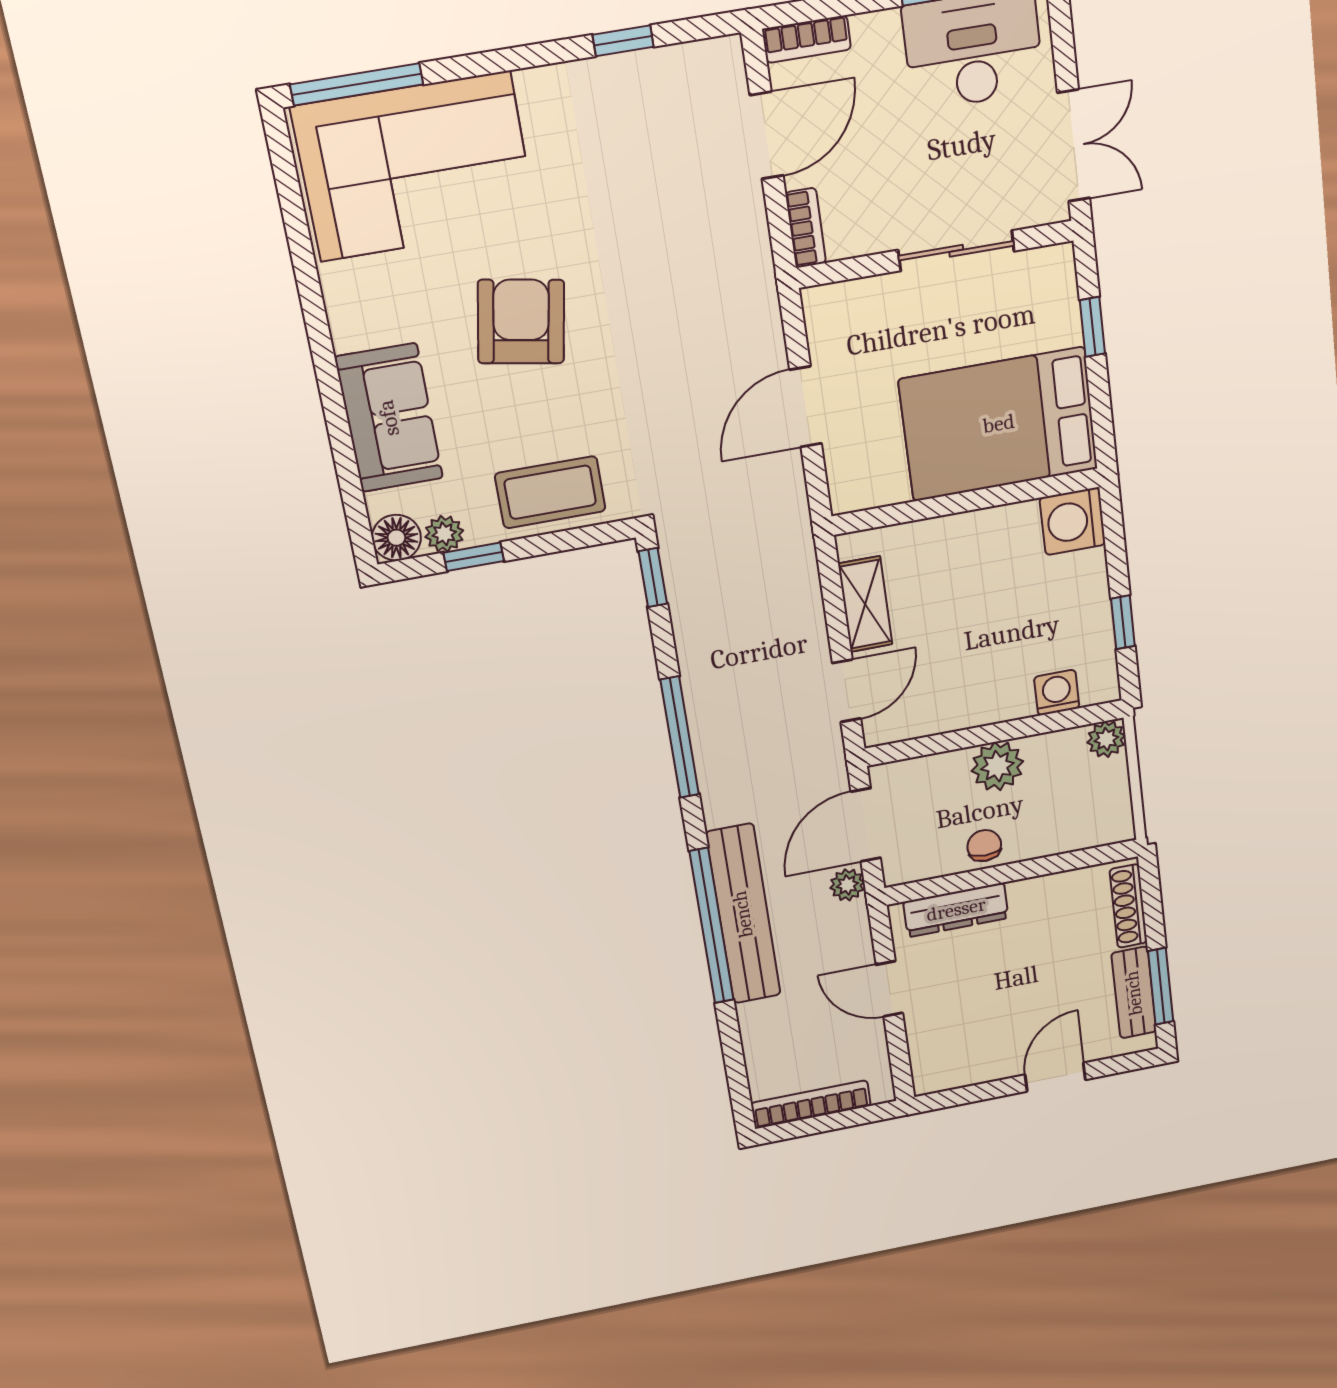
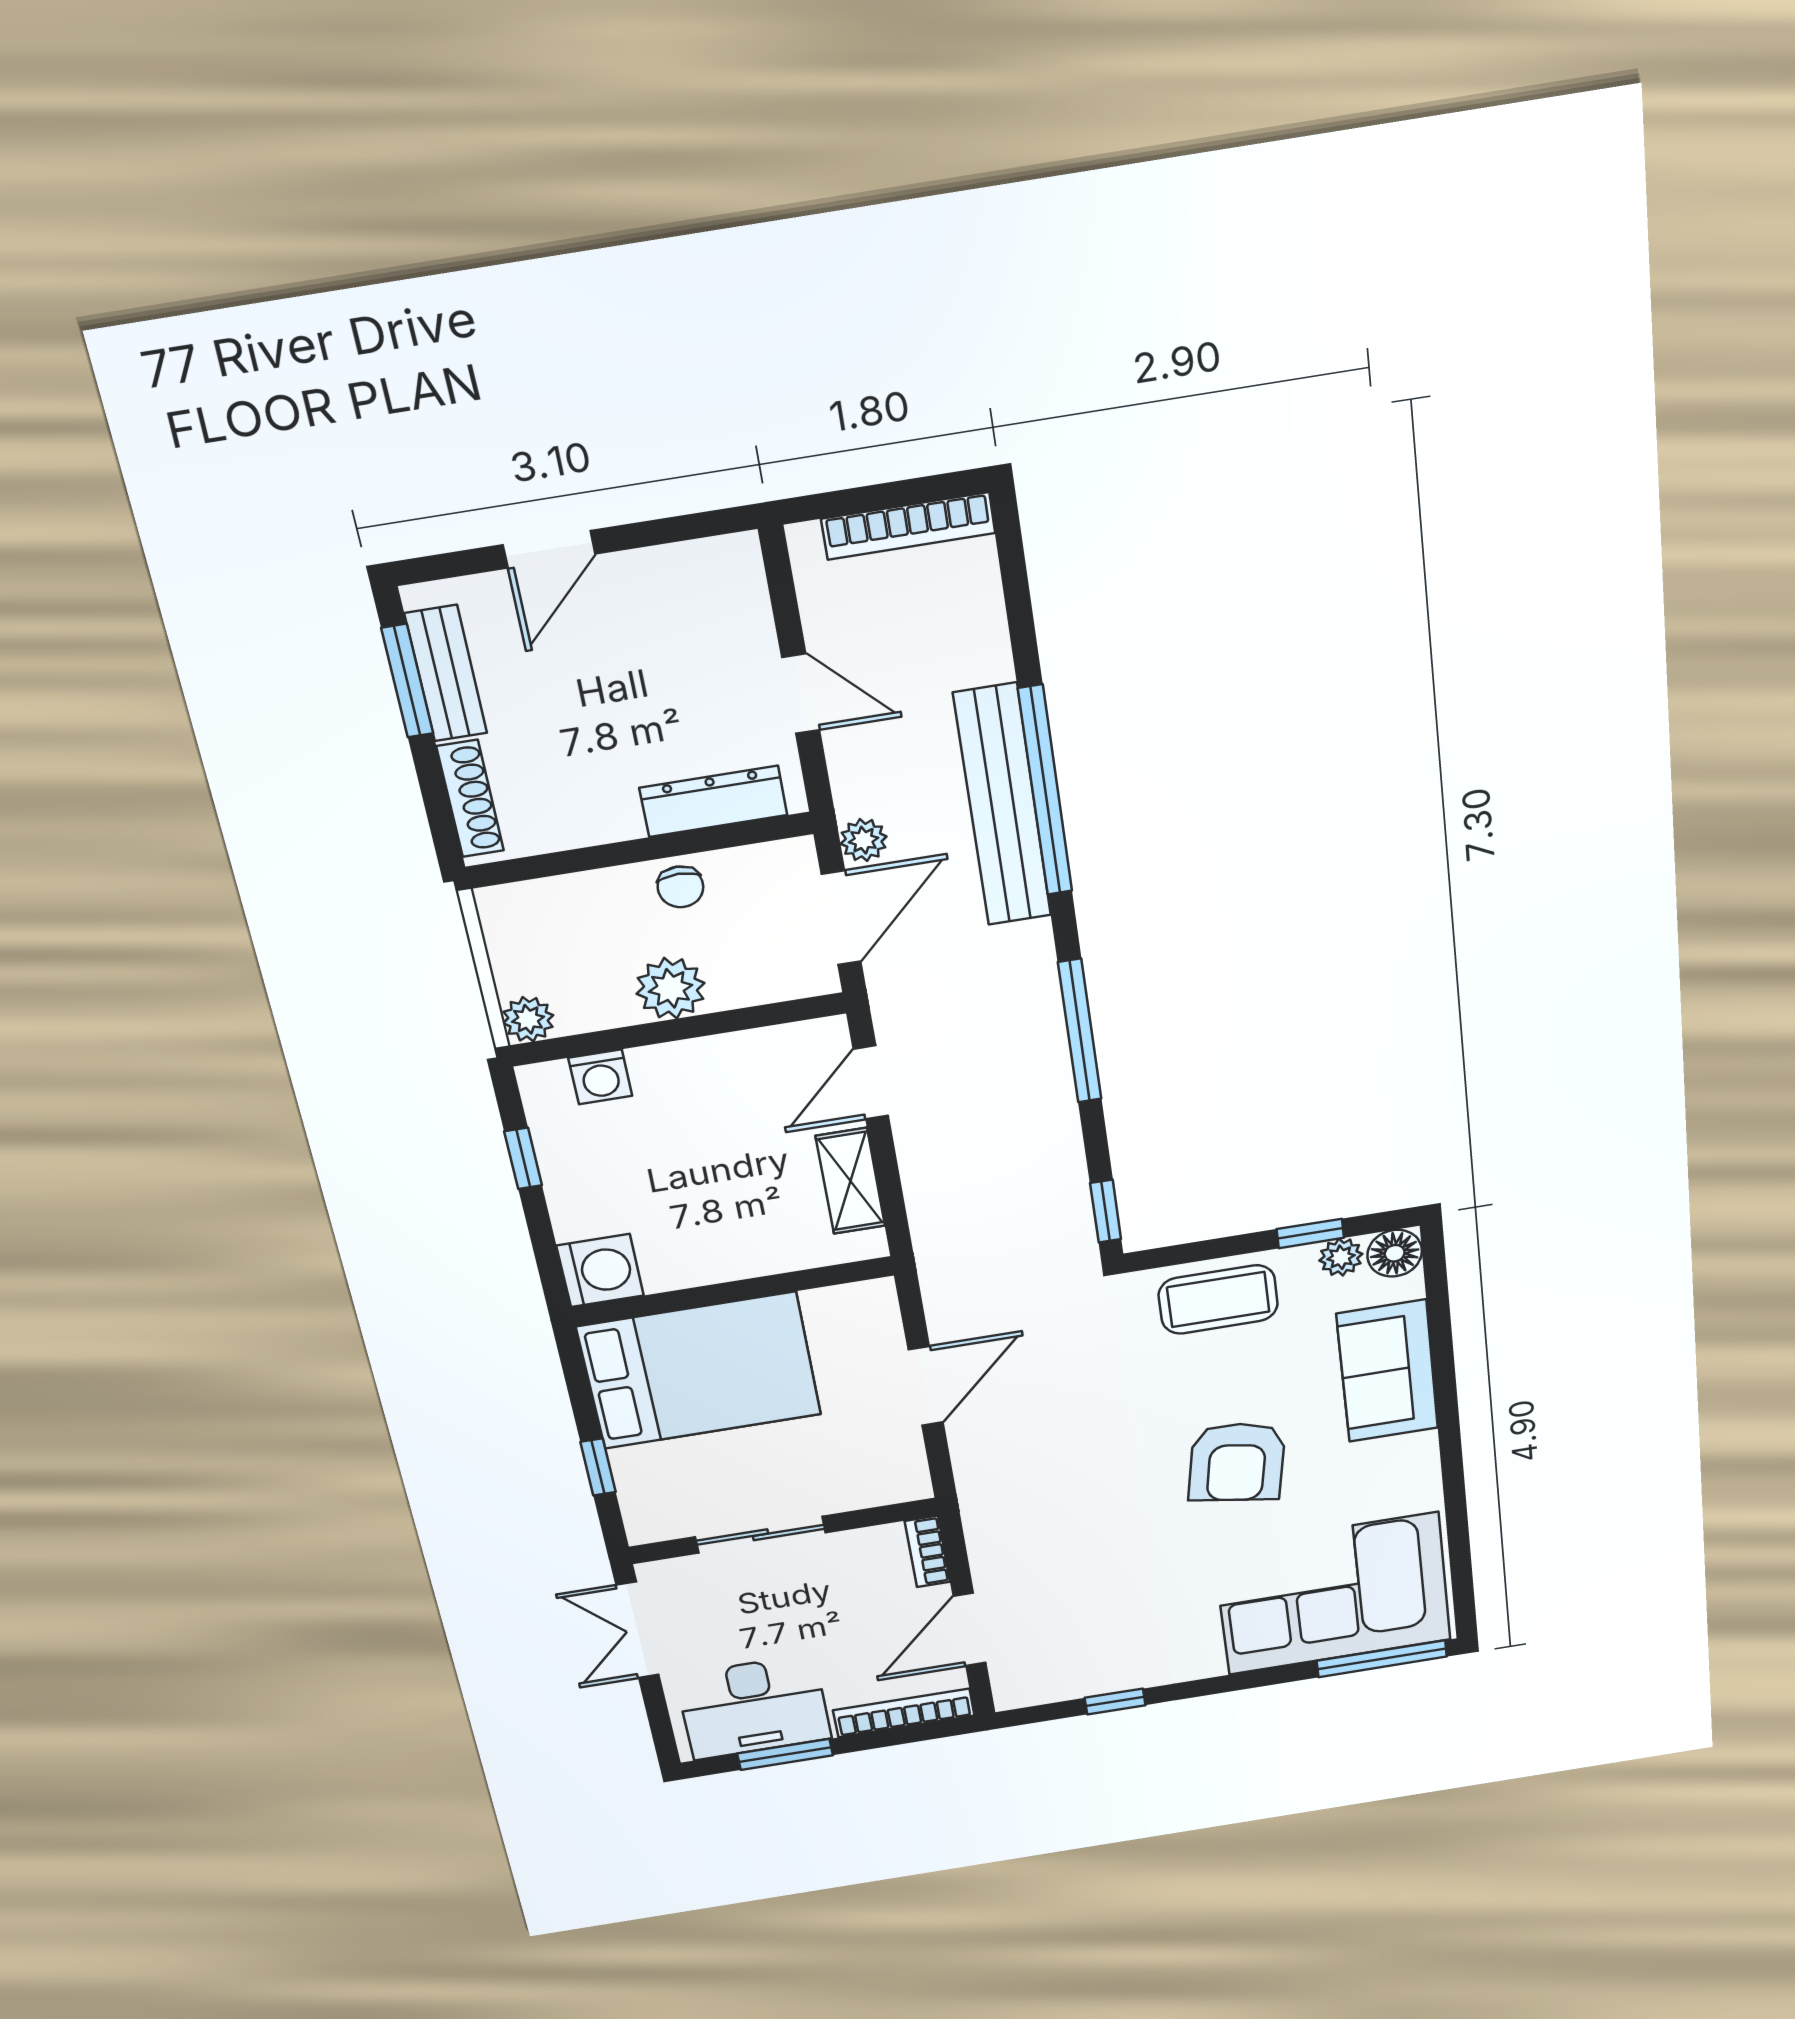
bookcase: (807, 39) -> (904, 1713), width x1.56

